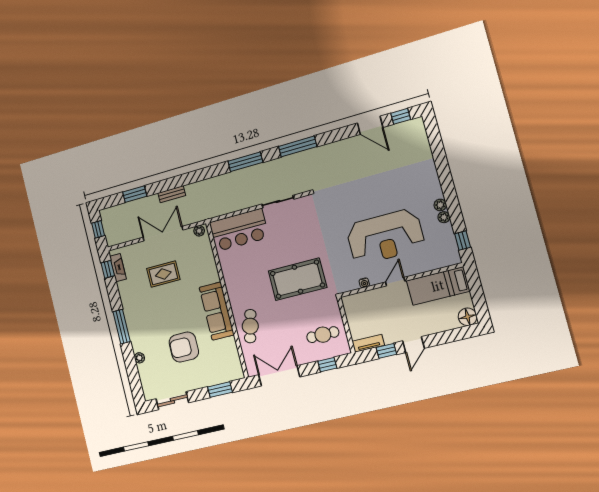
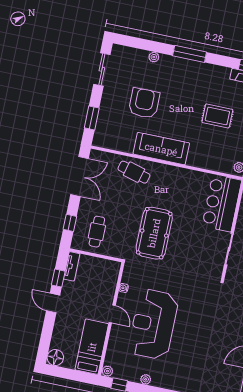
plant: (440, 205) -> (107, 371), moved
rug: (163, 274) -> (217, 116), turned 90

